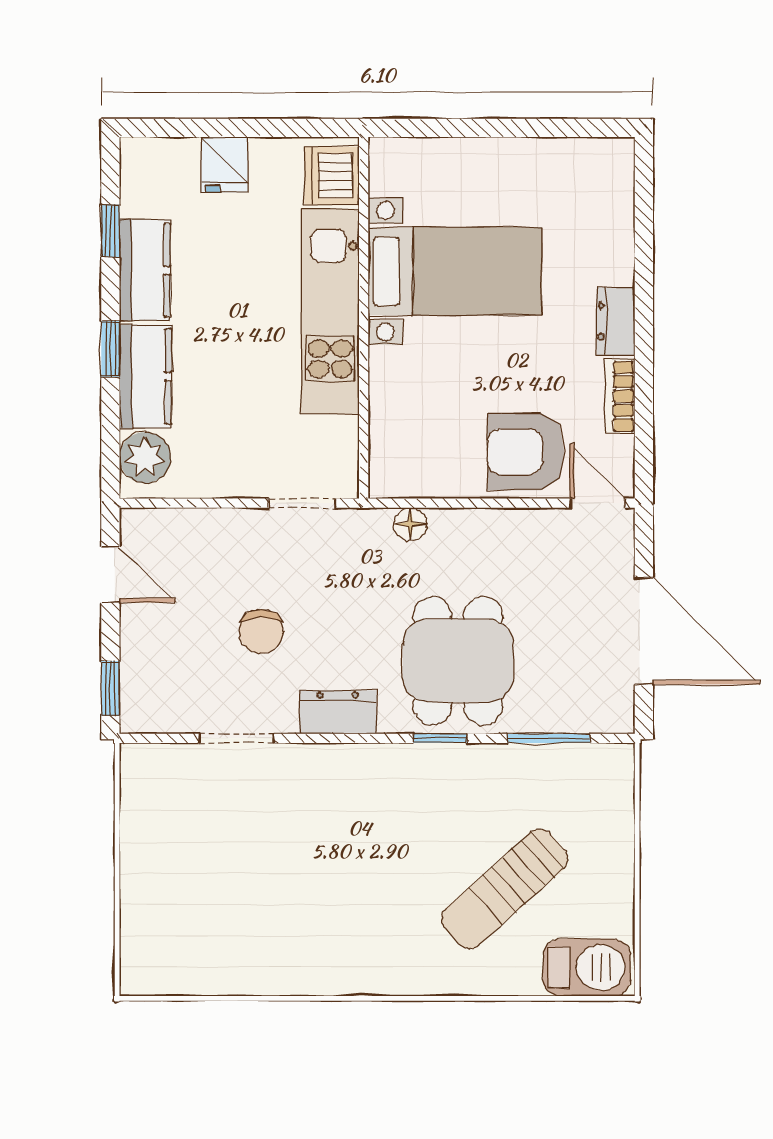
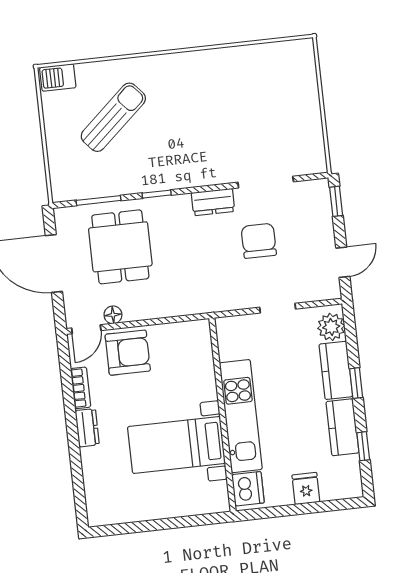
doorway: (303, 503) -> (278, 308), moved
door: (597, 503) -> (86, 329), hinge flipped
floor lamp: (410, 524) -> (113, 315), moved
door: (110, 575) -> (343, 262), swing flipped
chair: (261, 631) -> (259, 241), width x1.37, depth x1.37
dining table: (458, 661) -> (120, 247), moved
doorway: (236, 738) -> (266, 182), width x1.38
barbecue: (587, 967) -> (58, 78), width x0.73, depth x0.79

